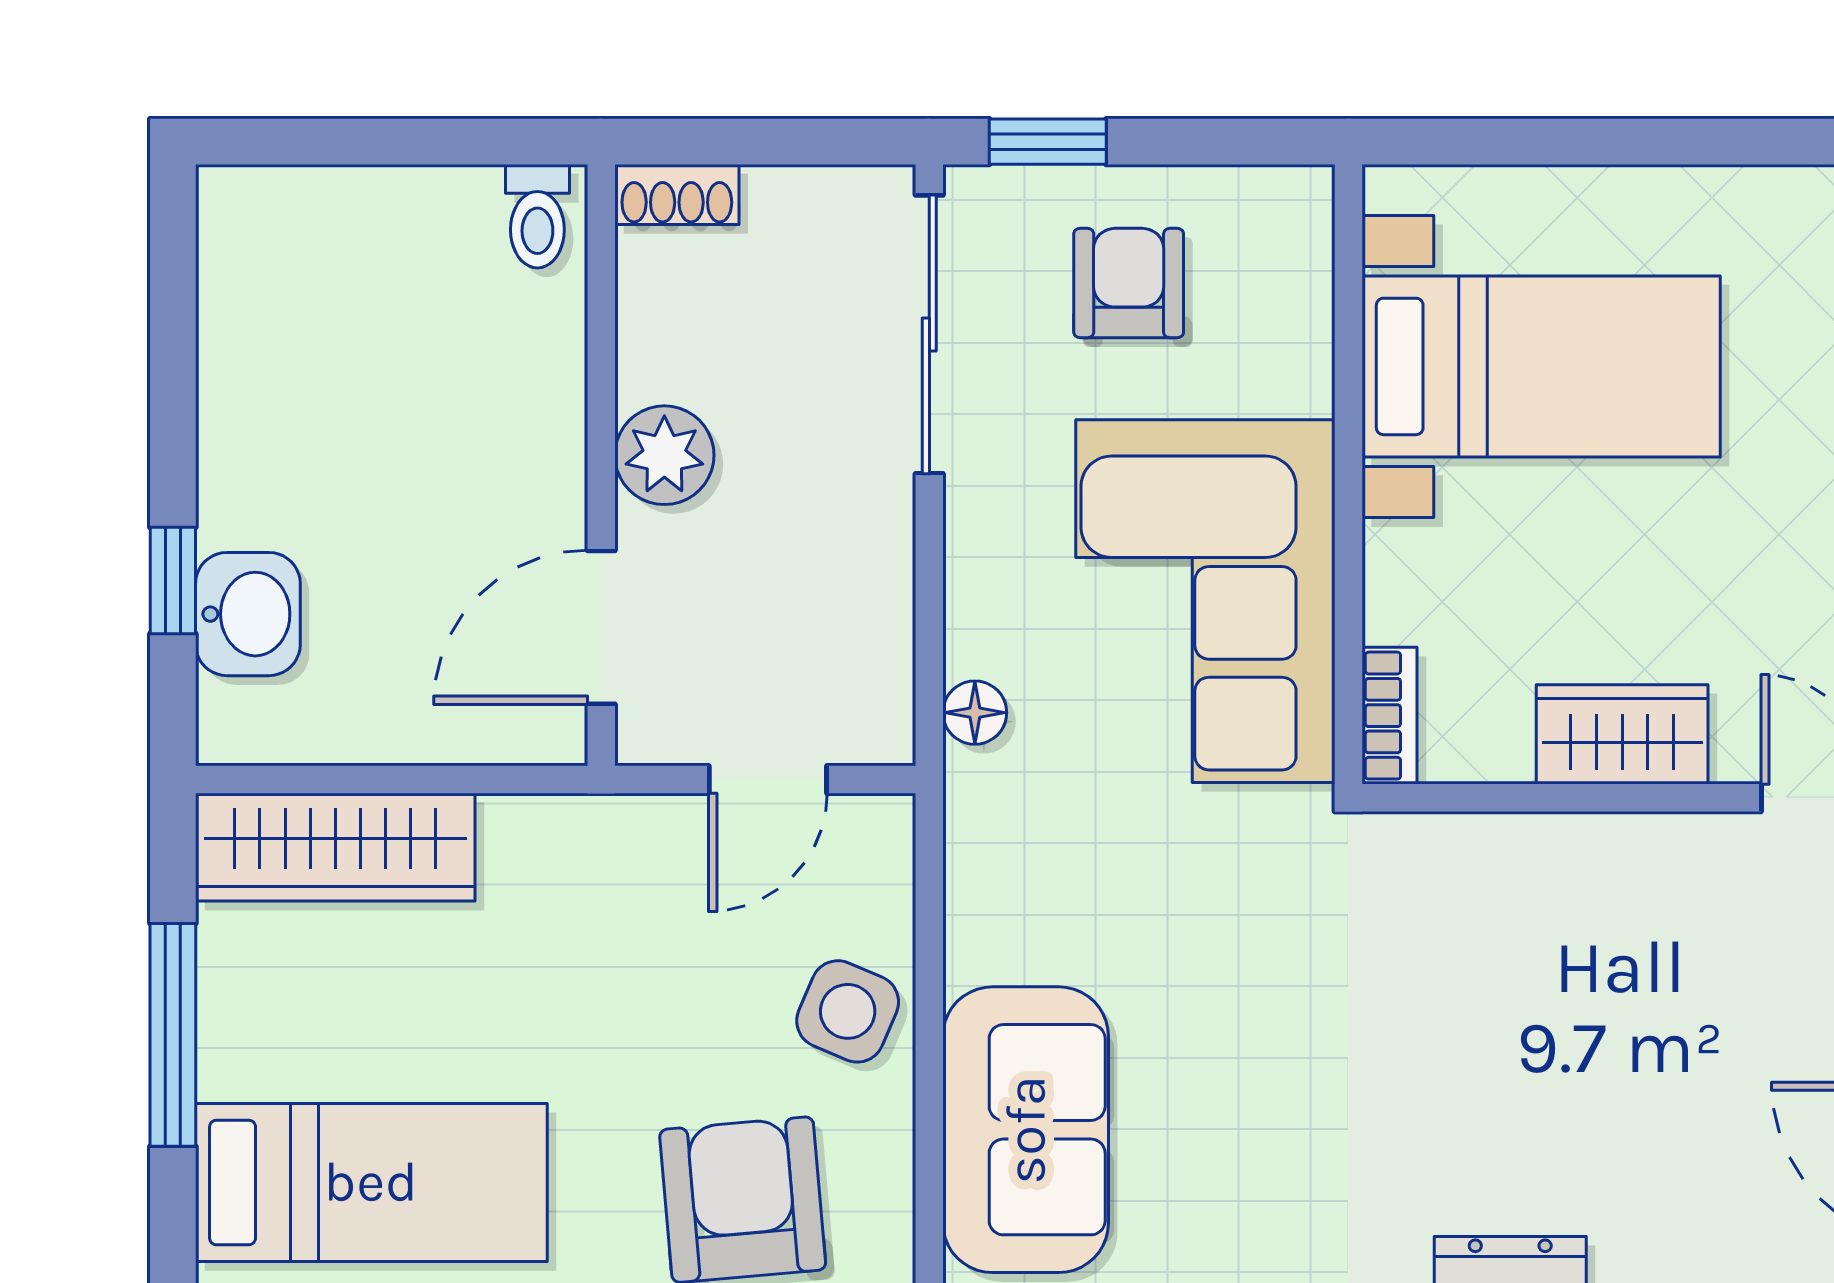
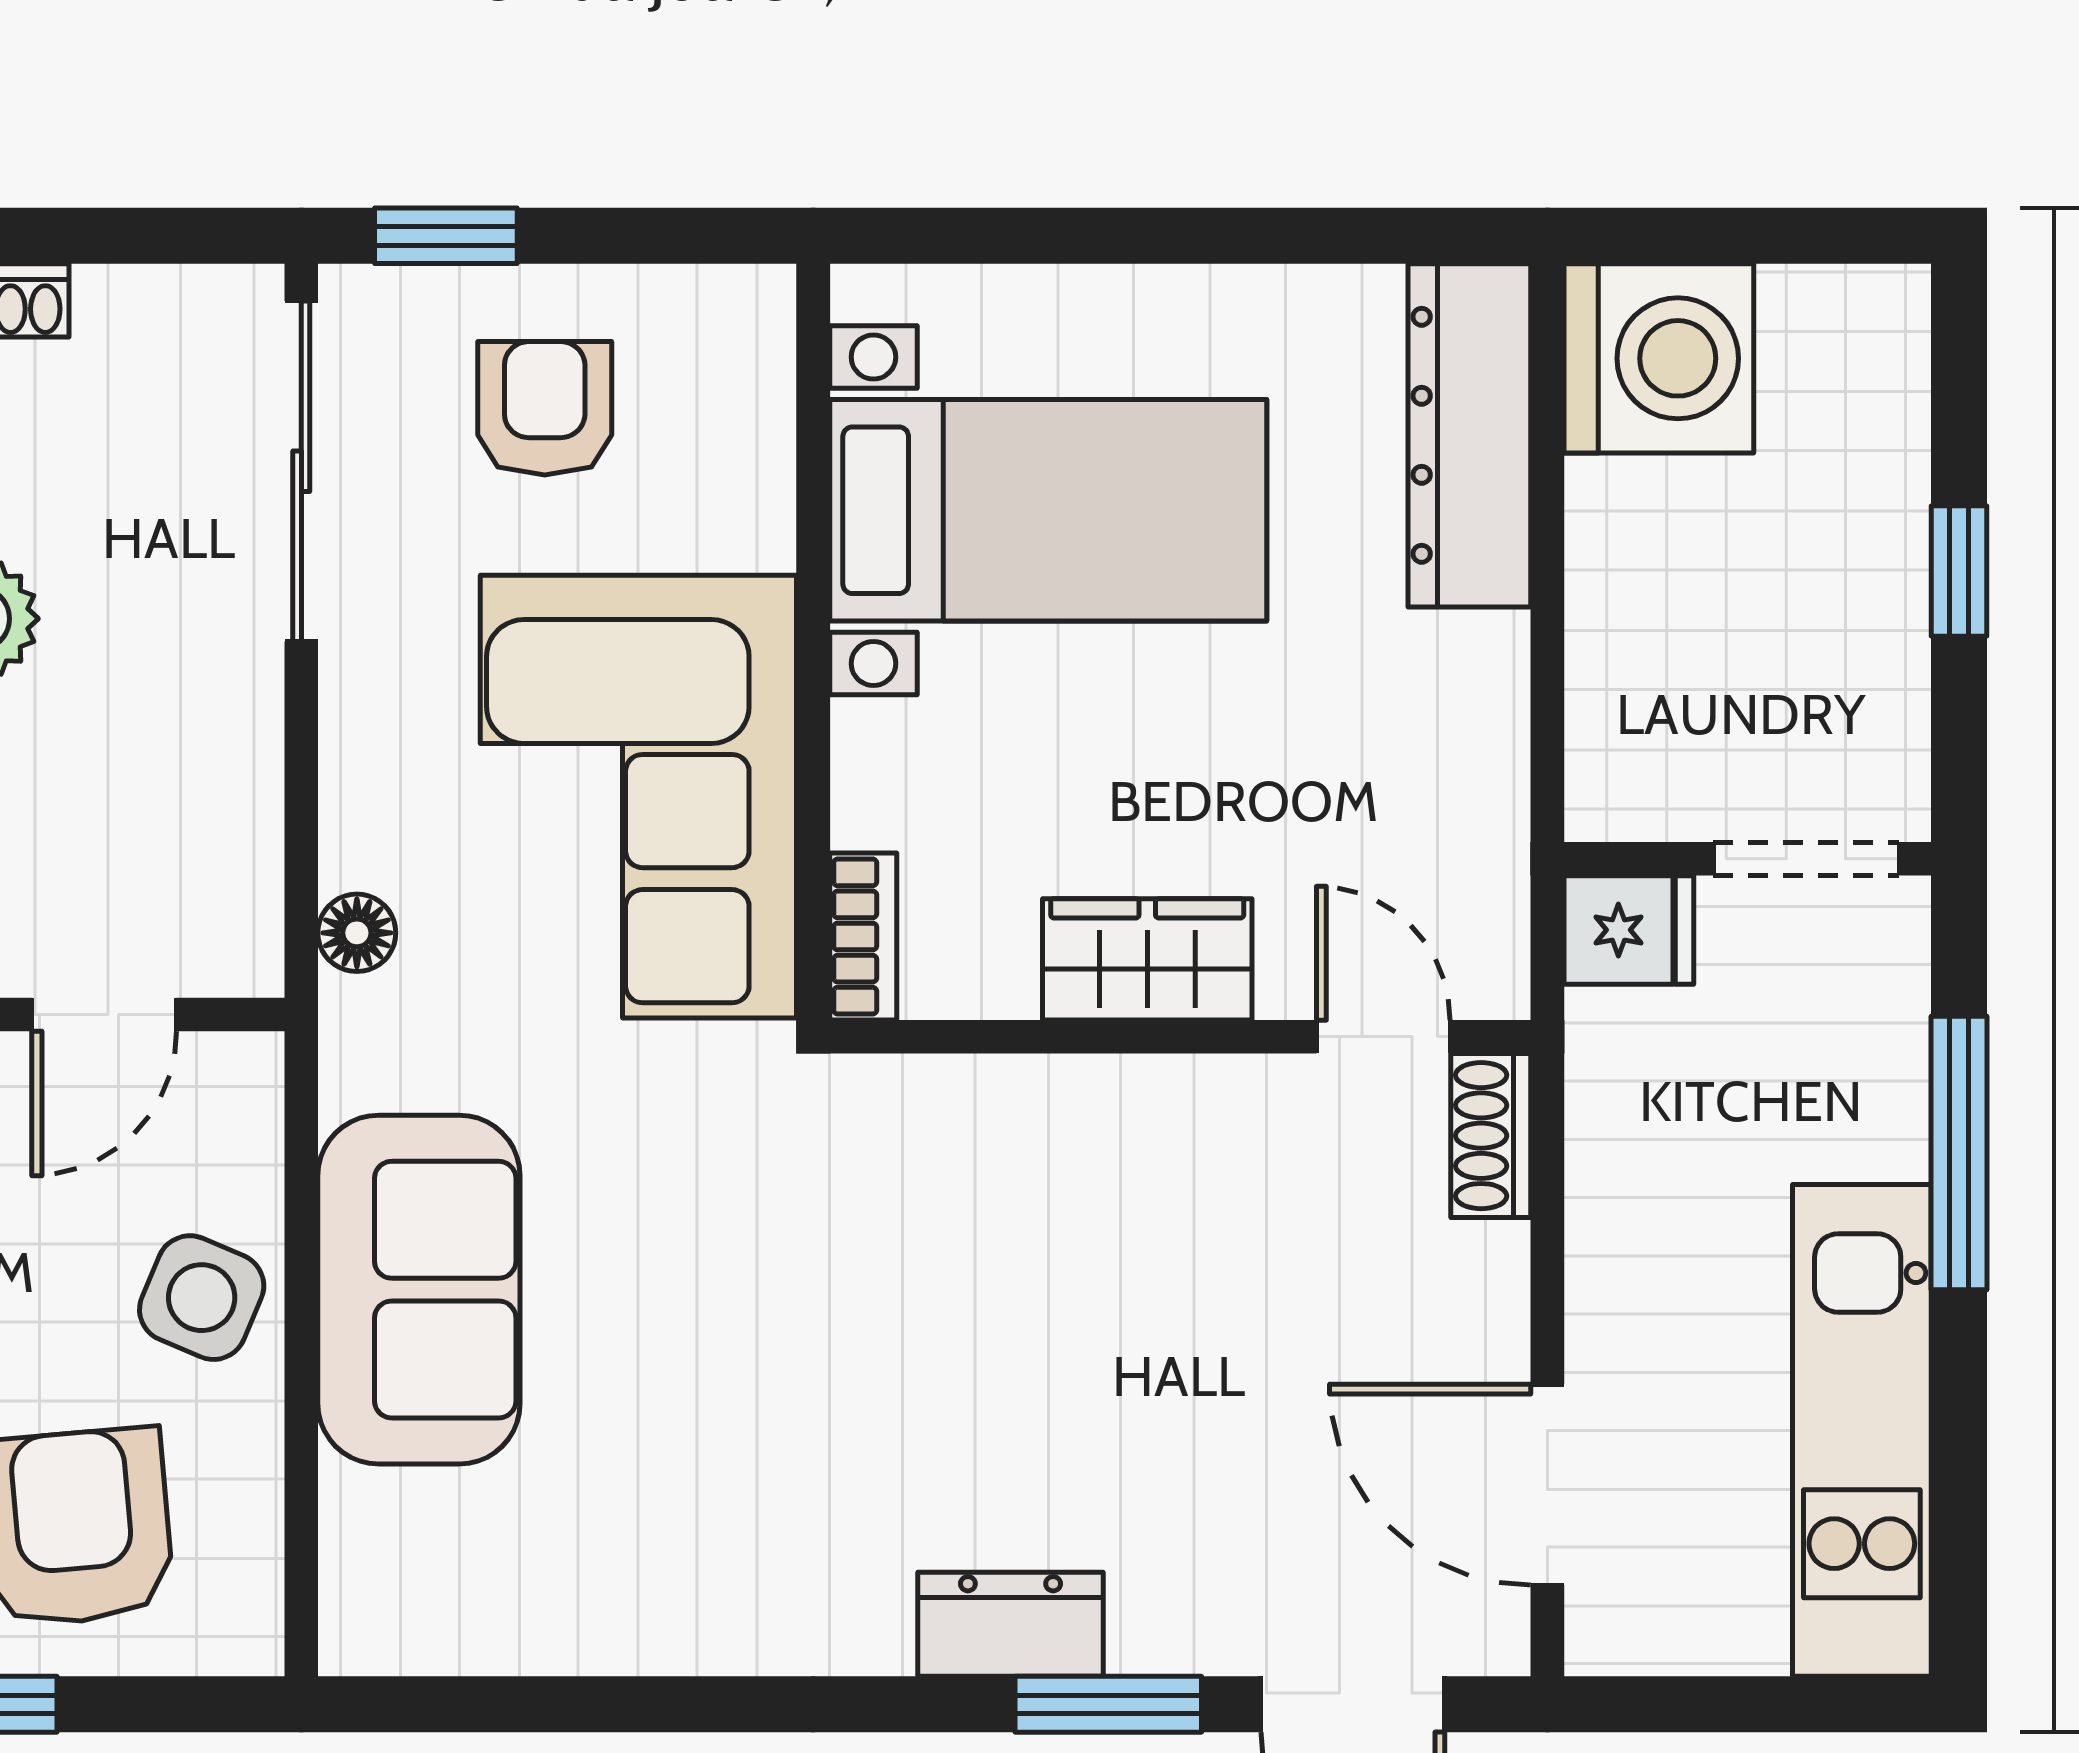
sofa: (1026, 1130) -> (419, 1290), moved

